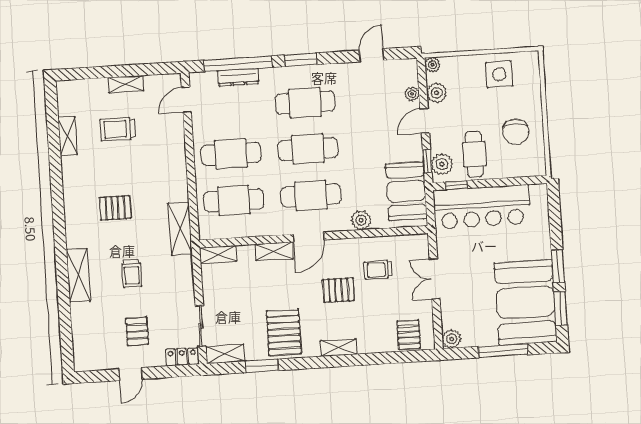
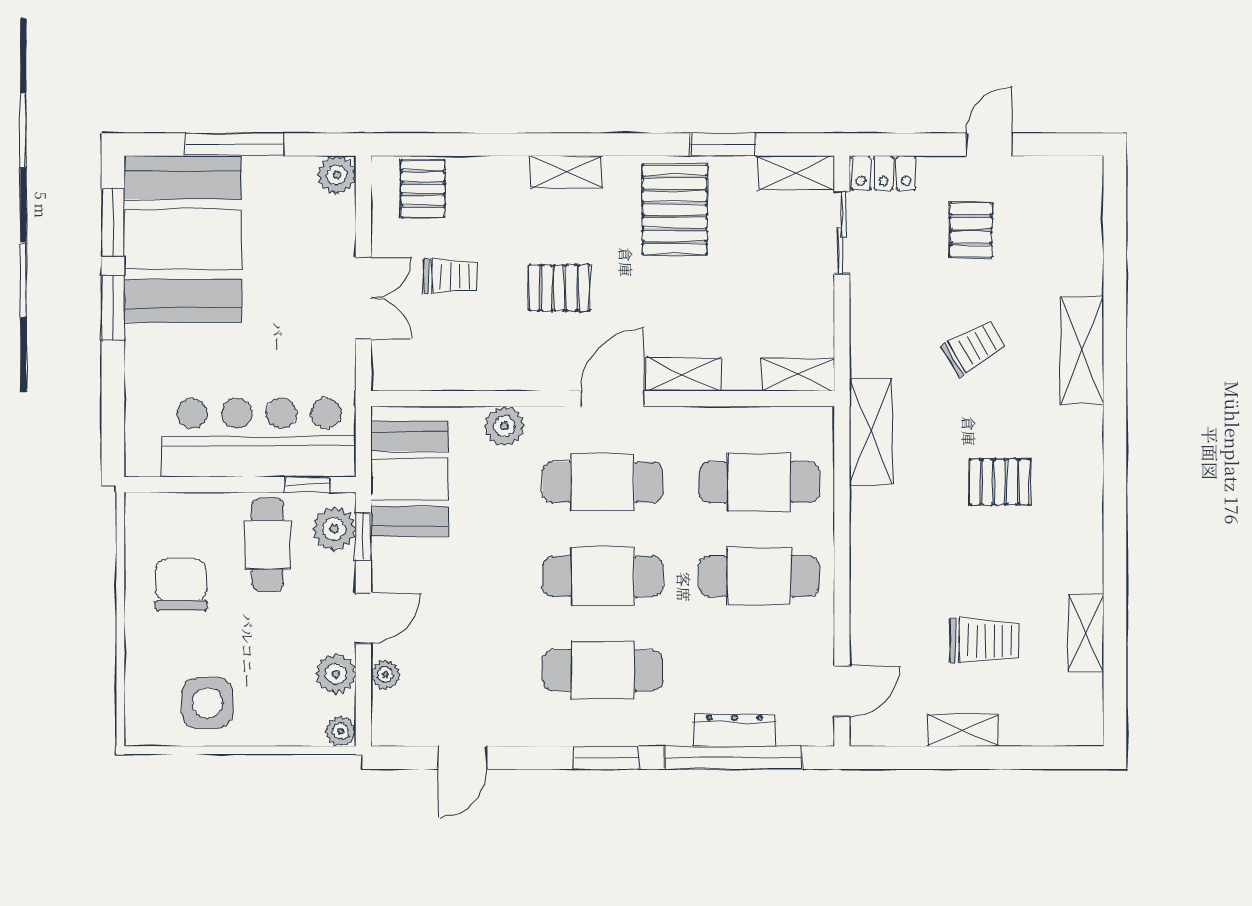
trolley: (378, 270) -> (451, 276), moved
trolley: (132, 273) -> (974, 348), turned 60

